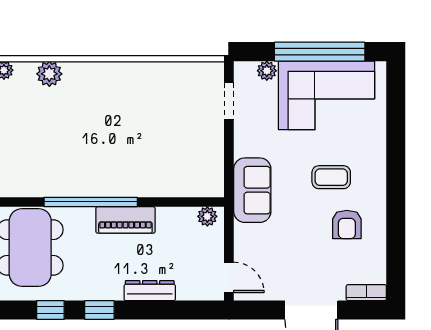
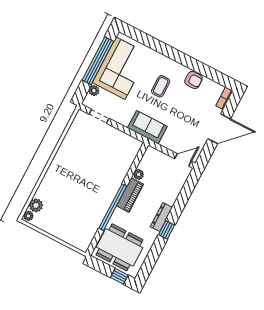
plant: (49, 74) -> (36, 205), moved
plant: (207, 216) -> (139, 174), moved
armchair: (347, 225) -> (194, 80), moved
dresser: (150, 291) -> (161, 217), moved
window: (50, 310) -> (154, 253), removed

